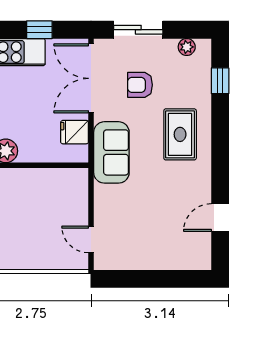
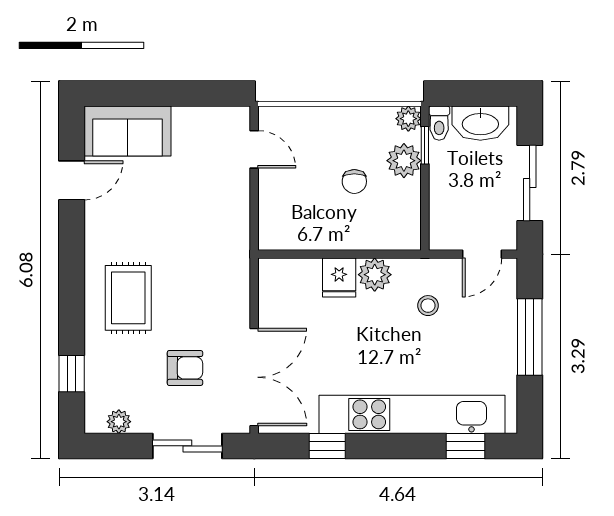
fridge: (75, 132) -> (339, 278), moved, turned 90
sofa: (111, 152) -> (127, 131), moved, turned -90
chair: (20, 217) -> (354, 181), added

